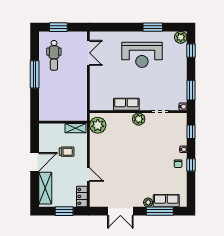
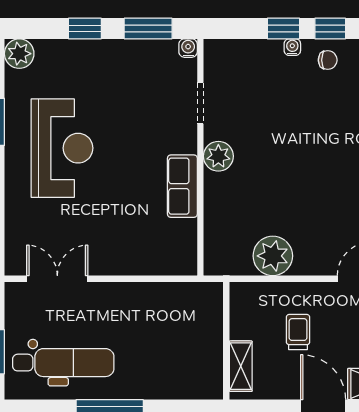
window: (191, 51) -> (85, 29), moved
dental chair: (54, 55) -> (63, 363), width x1.36, depth x1.38
plant: (98, 125) -> (273, 256), moved
shelving: (75, 128) -> (241, 366), moved
window: (191, 132) -> (284, 29), moved

